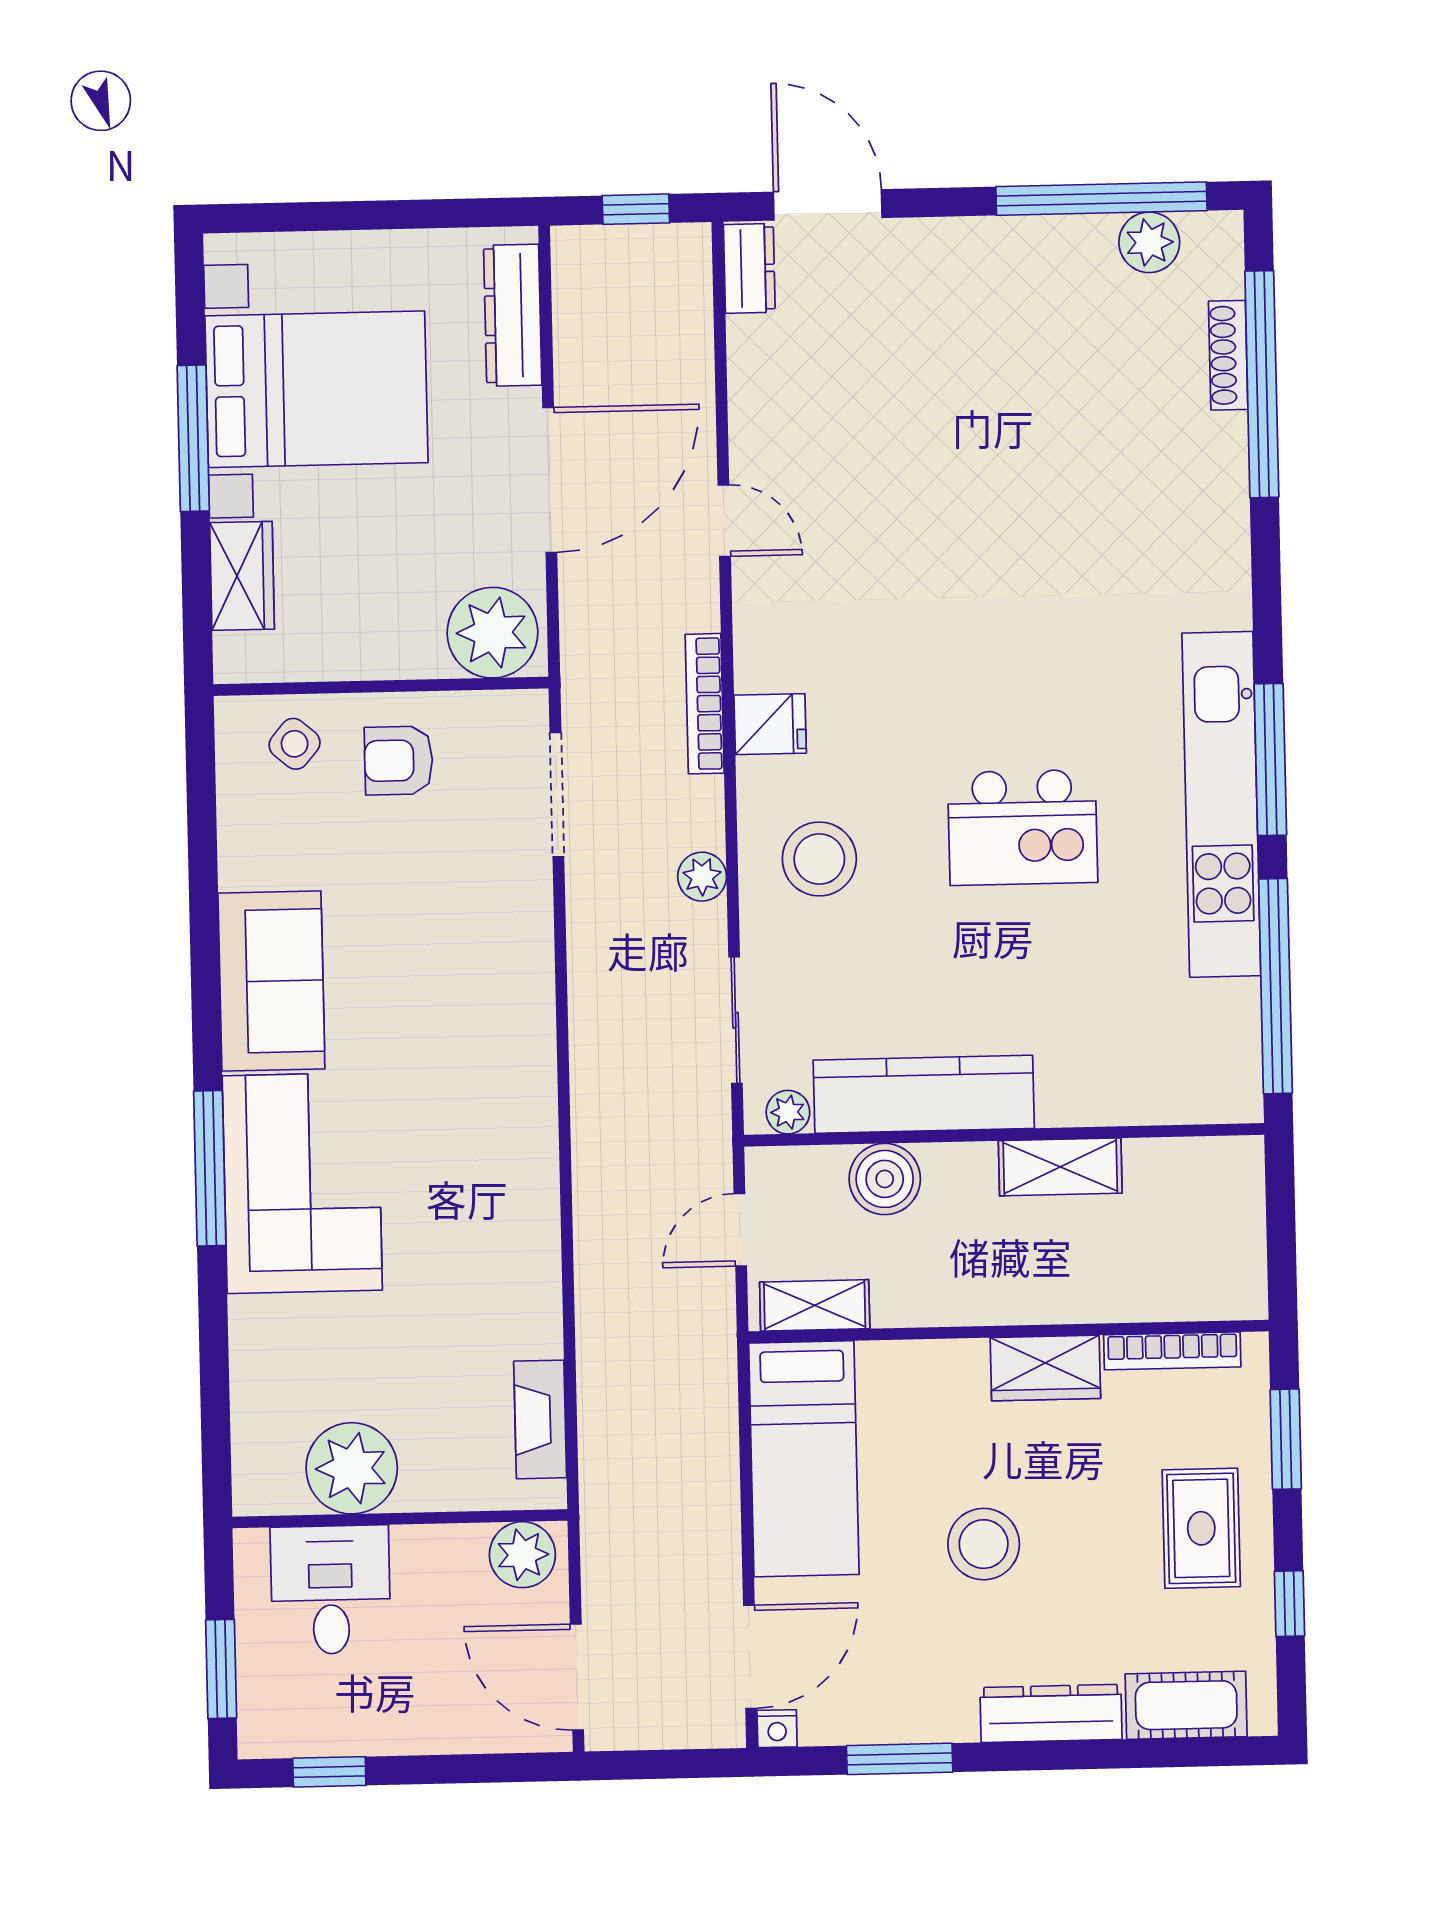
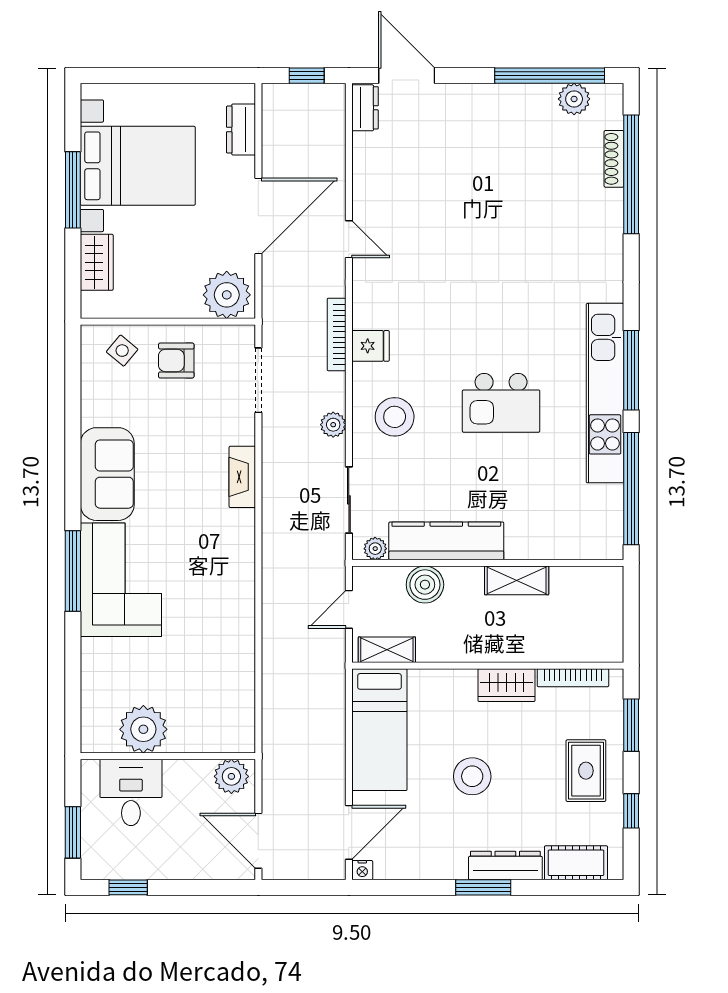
dresser: (513, 315) -> (241, 130), width x0.70
fireplace: (540, 1419) -> (242, 477), moved
window: (900, 1759) -> (483, 887), moved

